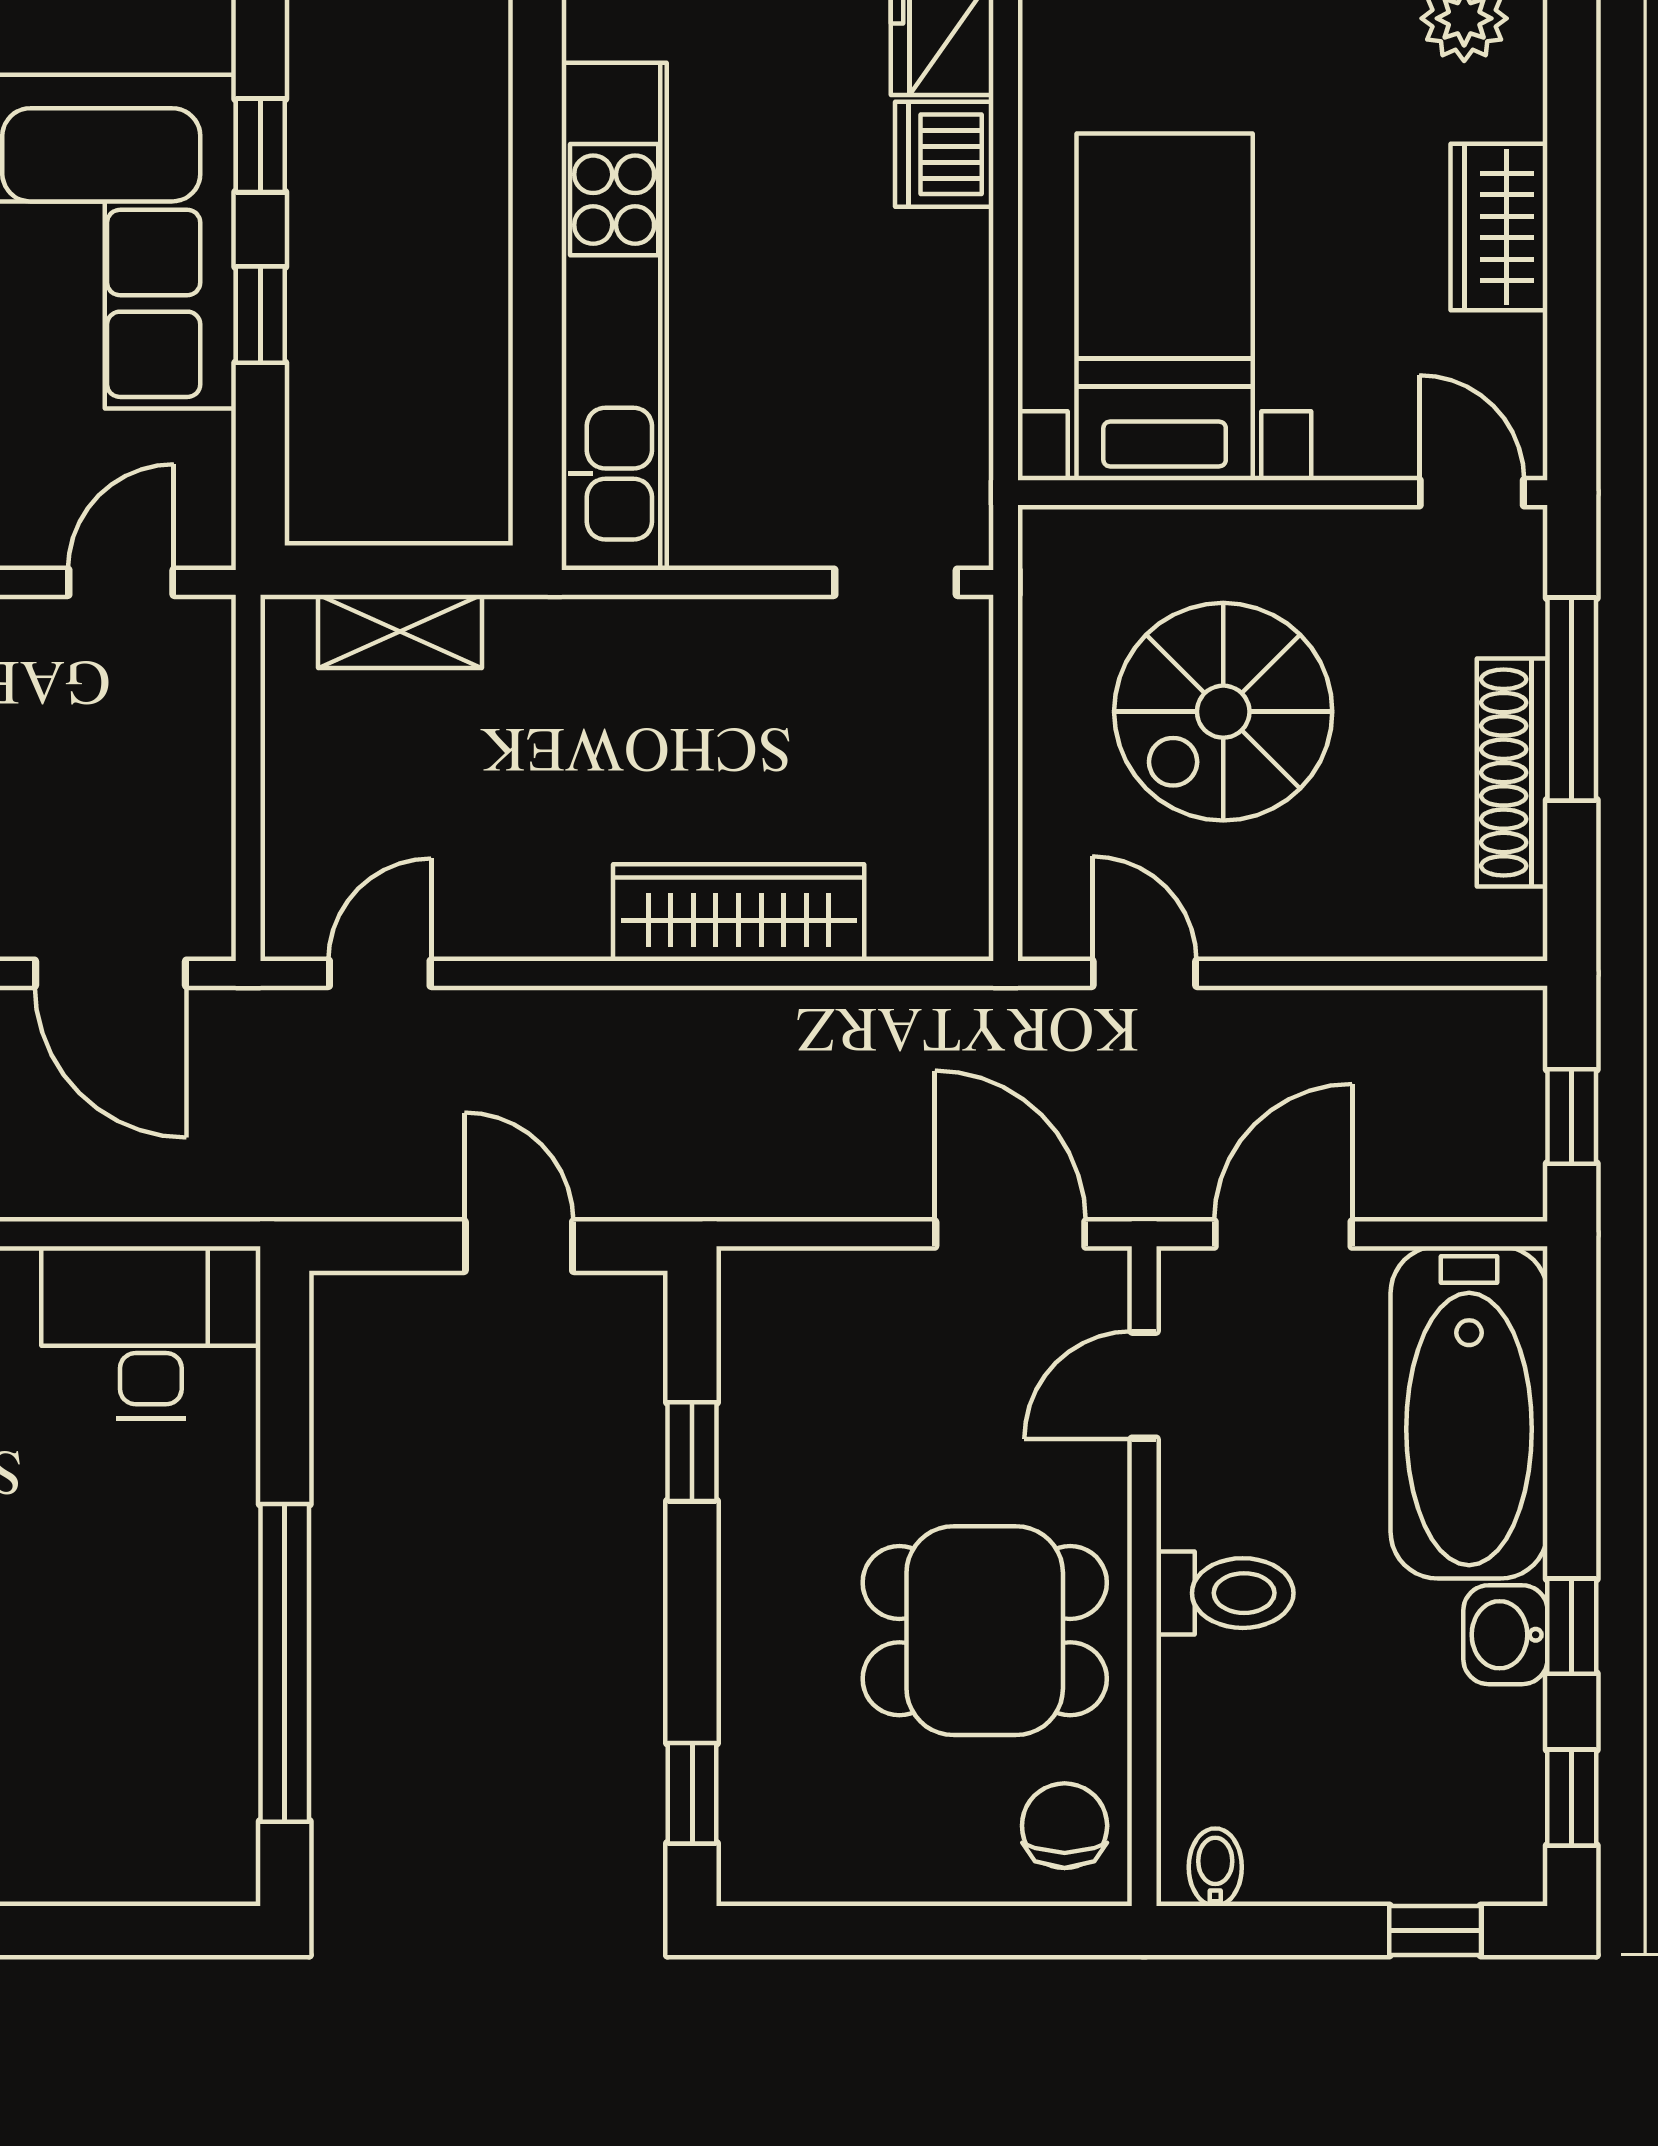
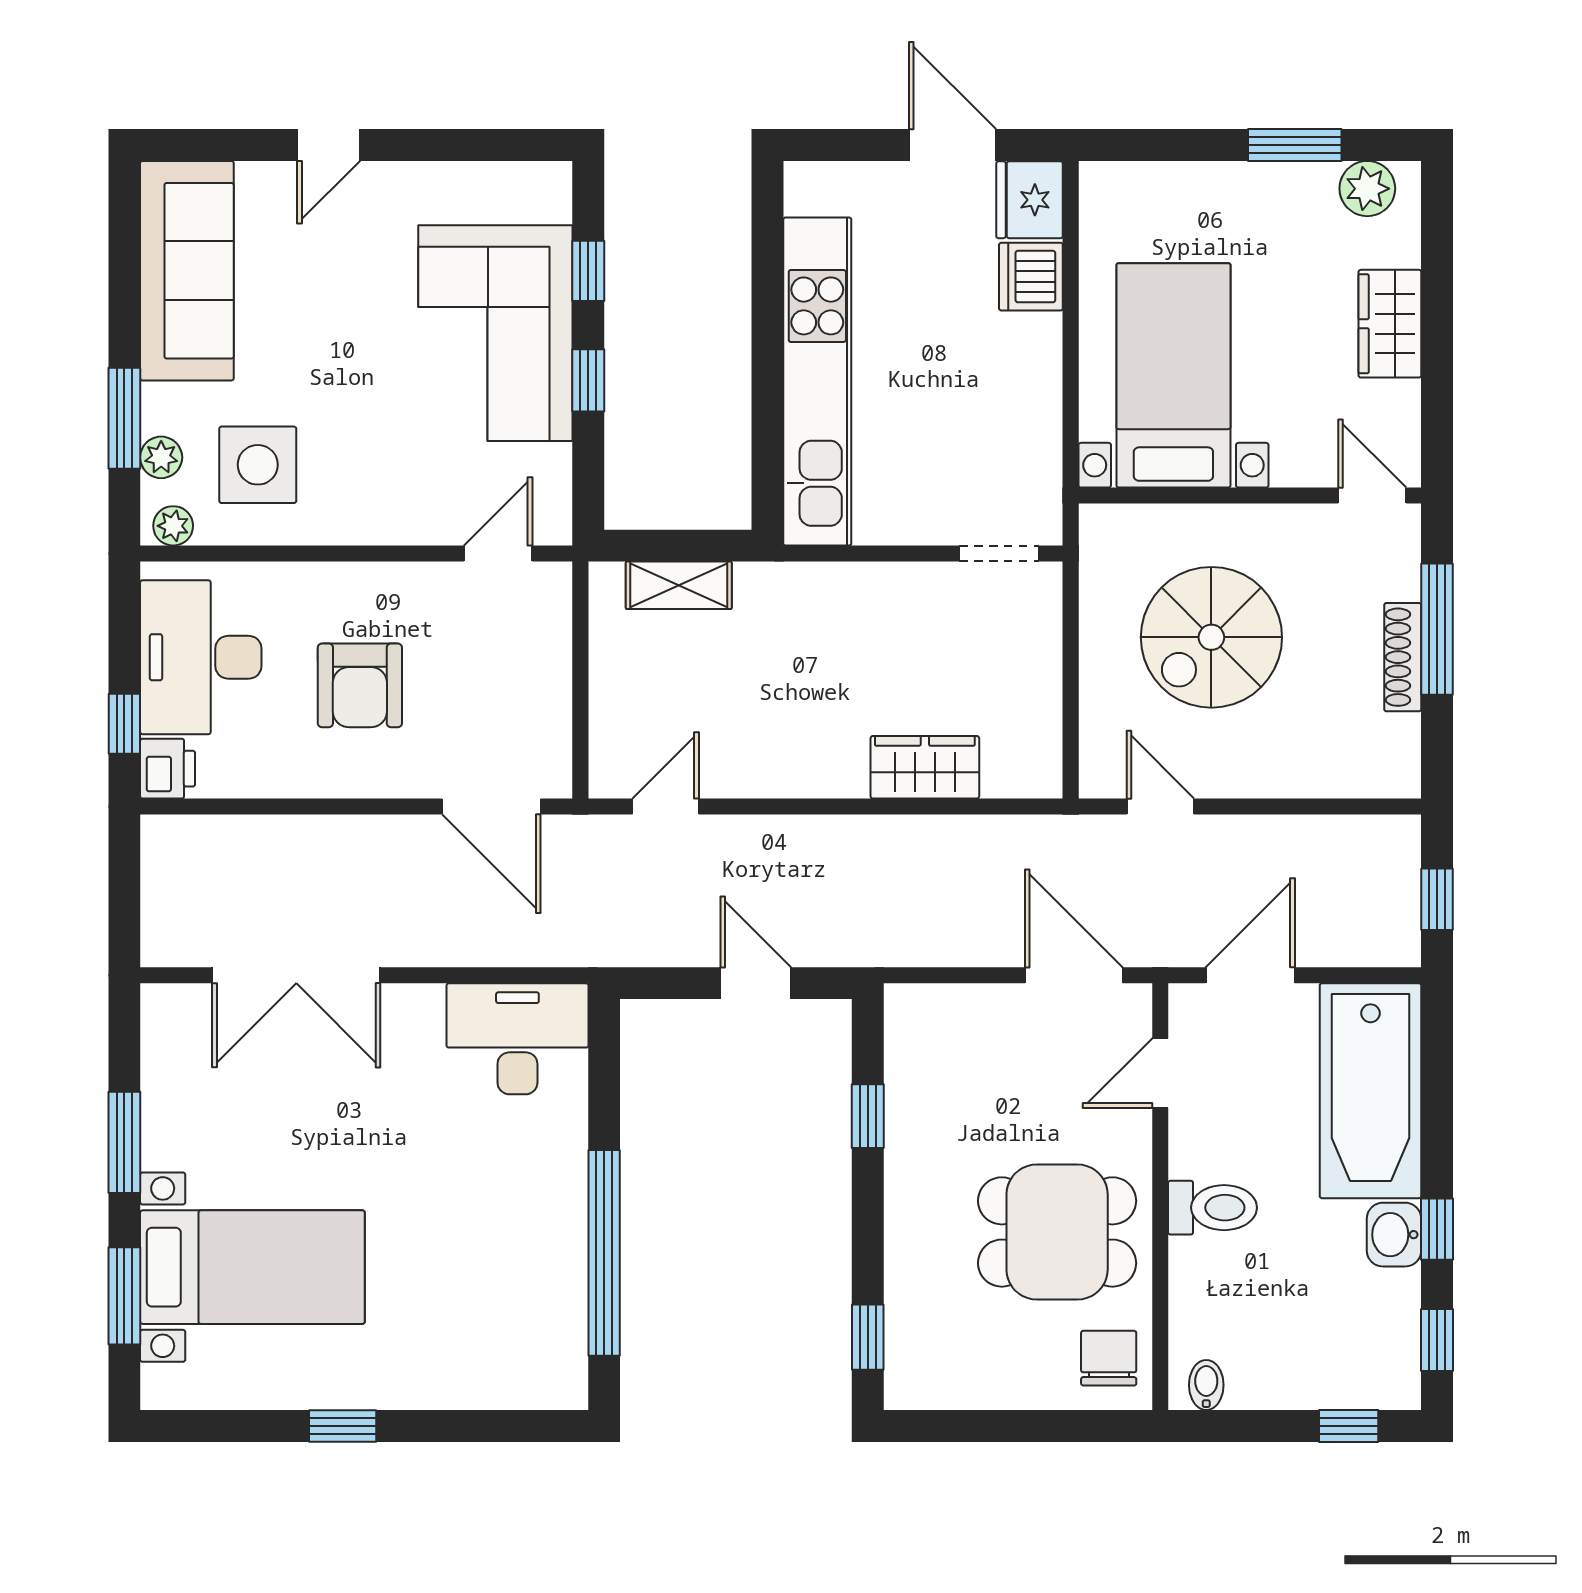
shoe rack: (1512, 773) -> (1403, 657), width x0.74, depth x0.81
wardrobe: (739, 913) -> (925, 767), width x0.67

